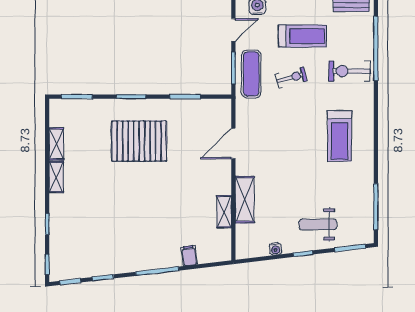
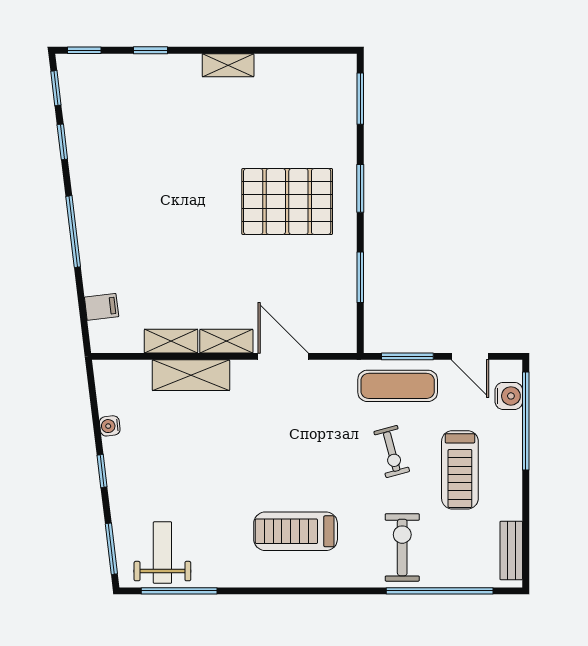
pallet: (139, 141) -> (287, 202), turned 90
shelving: (56, 144) -> (226, 341), moved
weight bench: (318, 224) -> (162, 553), moved
filing cabinet: (189, 256) -> (102, 307), moved

